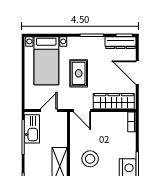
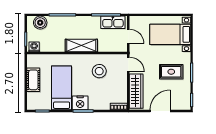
dresser: (120, 43) -> (185, 97), removed
rug: (79, 73) -> (171, 72), moved
door: (82, 110) -> (128, 64), swing flipped
stool: (90, 159) -> (99, 71), moved

